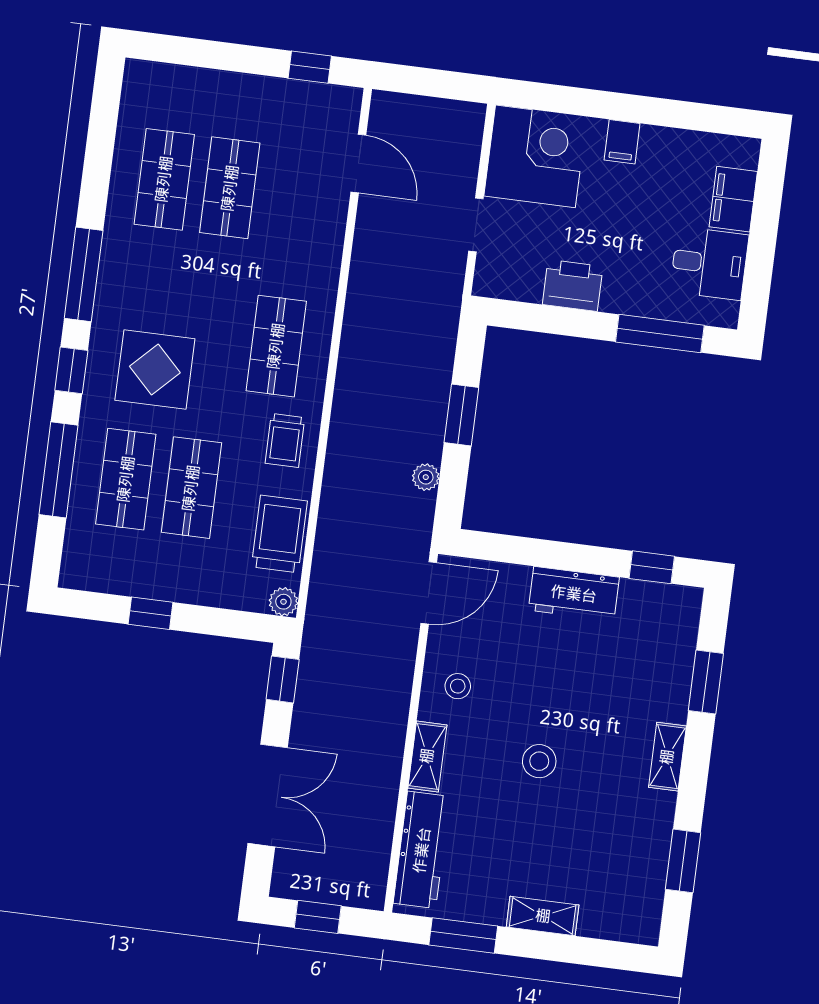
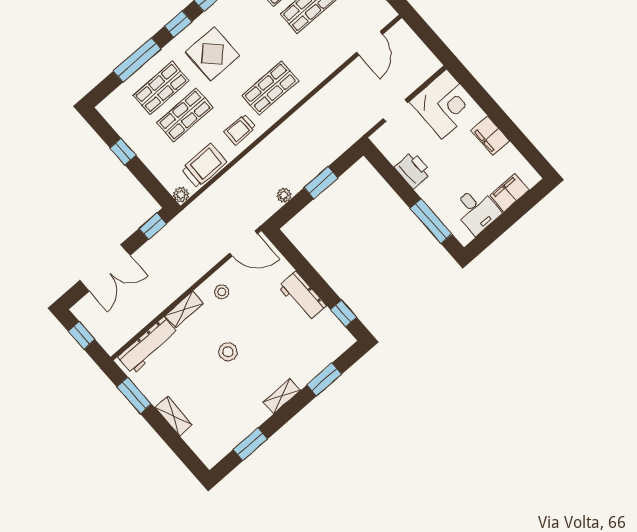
filing cabinet: (622, 142) -> (490, 136), width x2.00

